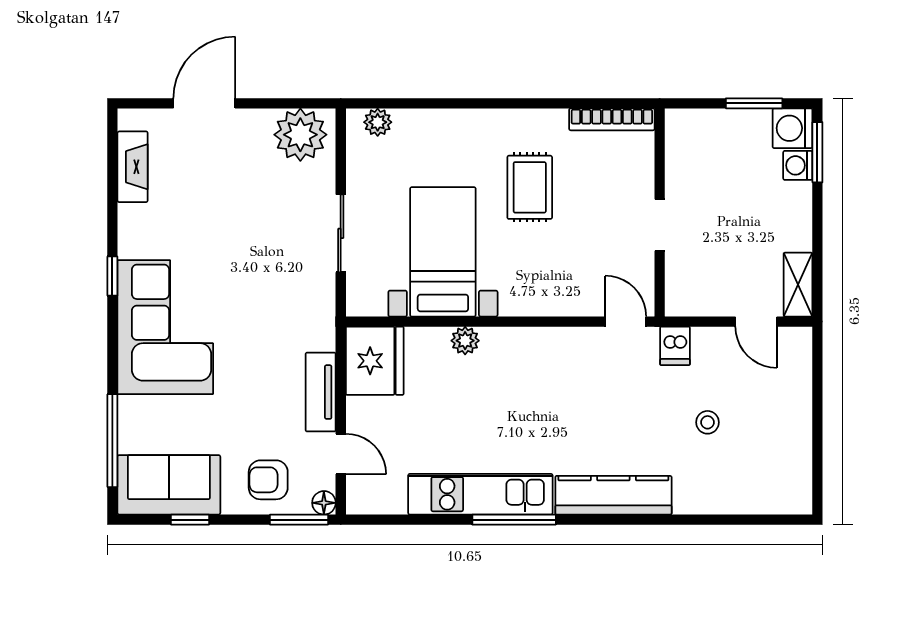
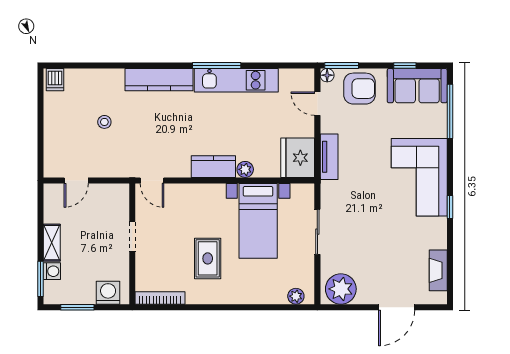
washing machine: (793, 128) -> (108, 293), moved, turned -90
shelving: (798, 285) -> (52, 243), moved
door: (756, 322) -> (76, 180), swing flipped
kitchen counter: (520, 346) -> (213, 167), added
dishwasher: (675, 346) -> (55, 80), moved, turned 180
tv unit: (321, 392) -> (329, 157), moved
armchair: (268, 480) -> (359, 89), width x1.38, depth x1.38

